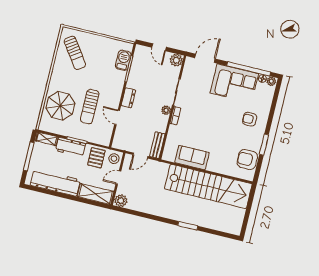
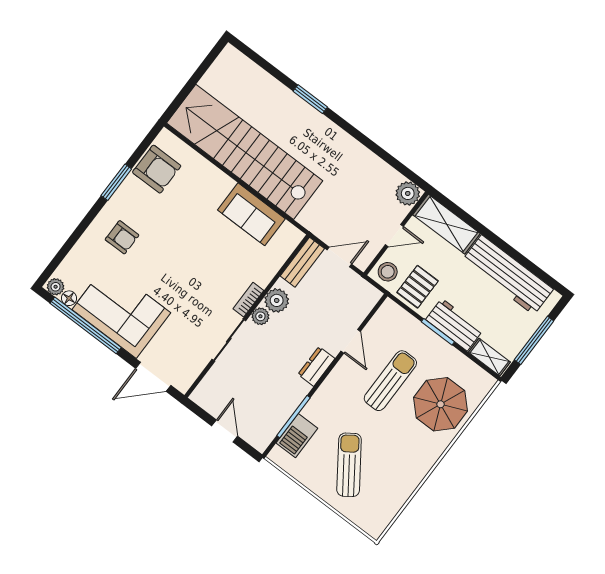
sun lounger: (75, 53) -> (349, 465), moved
plant: (176, 60) -> (277, 300), moved

